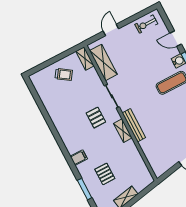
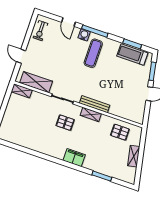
door: (176, 39) -> (68, 22), hinge flipped
trolley: (64, 74) -> (18, 114), removed
filing cabinet: (79, 158) -> (74, 158), width x2.00
pallet: (105, 174) -> (120, 132), moved

